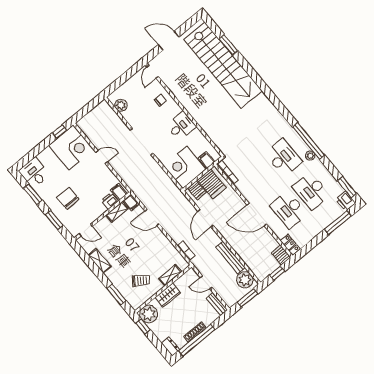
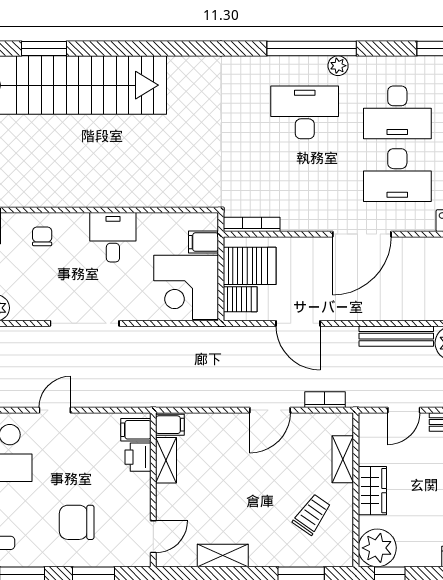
door: (152, 217) -> (270, 410), moved

